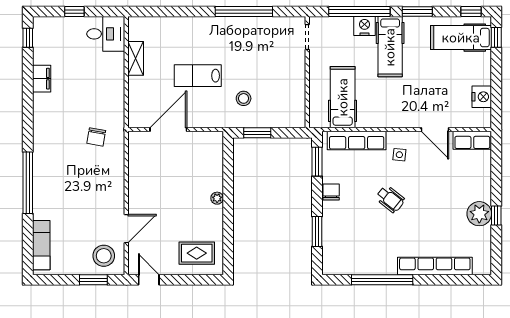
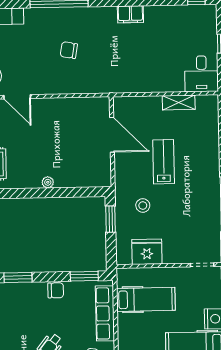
filing cabinet: (42, 79) -> (130, 14), moved
fridge: (292, 95) -> (147, 252), added
chair: (96, 137) -> (69, 50), moved

